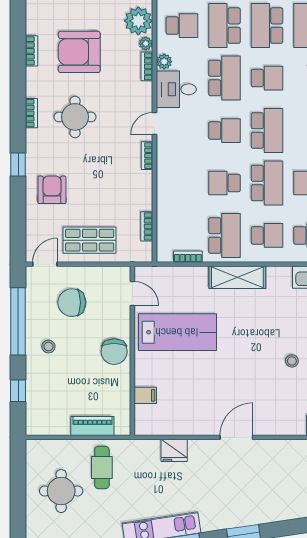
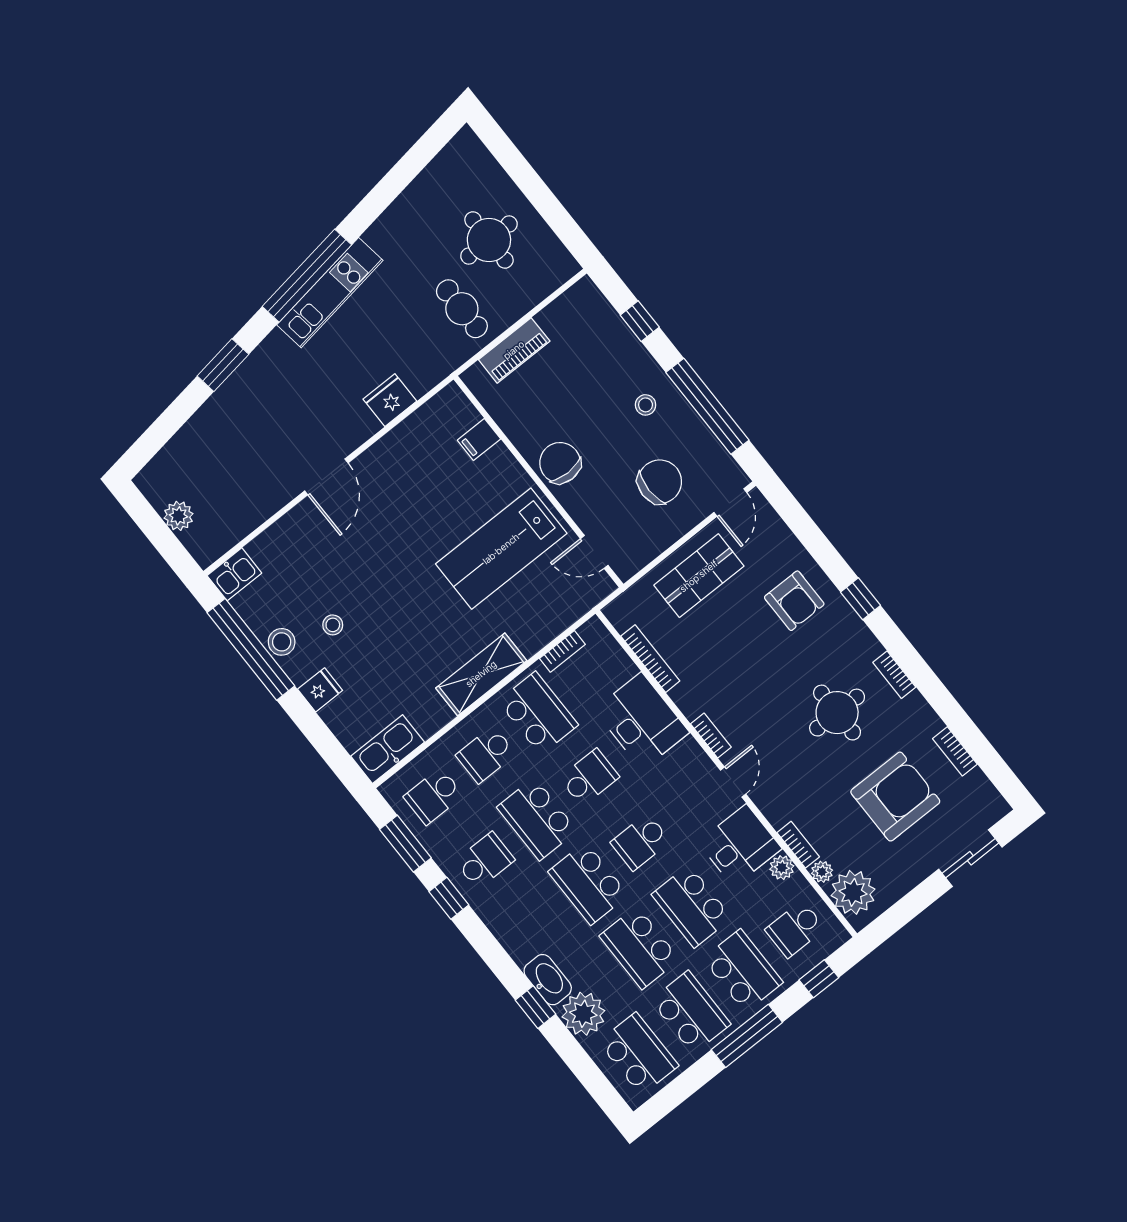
school desk: (267, 78) -> (639, 948), width x1.85
desk: (176, 190) -> (642, 721), added
bookcase: (147, 226) -> (650, 659), width x1.56
school desk: (224, 235) -> (538, 713), turned 180

